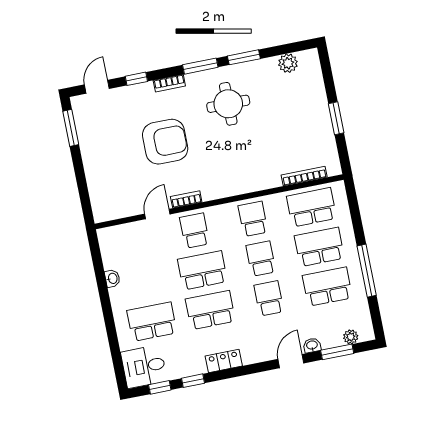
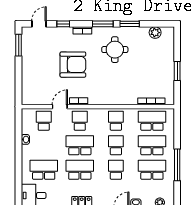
school desk: (136, 242) -> (44, 121), added

